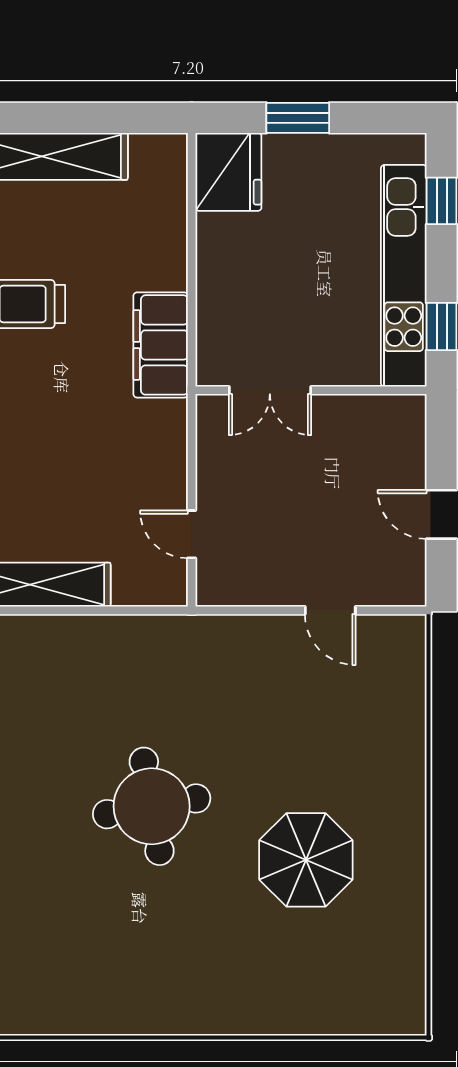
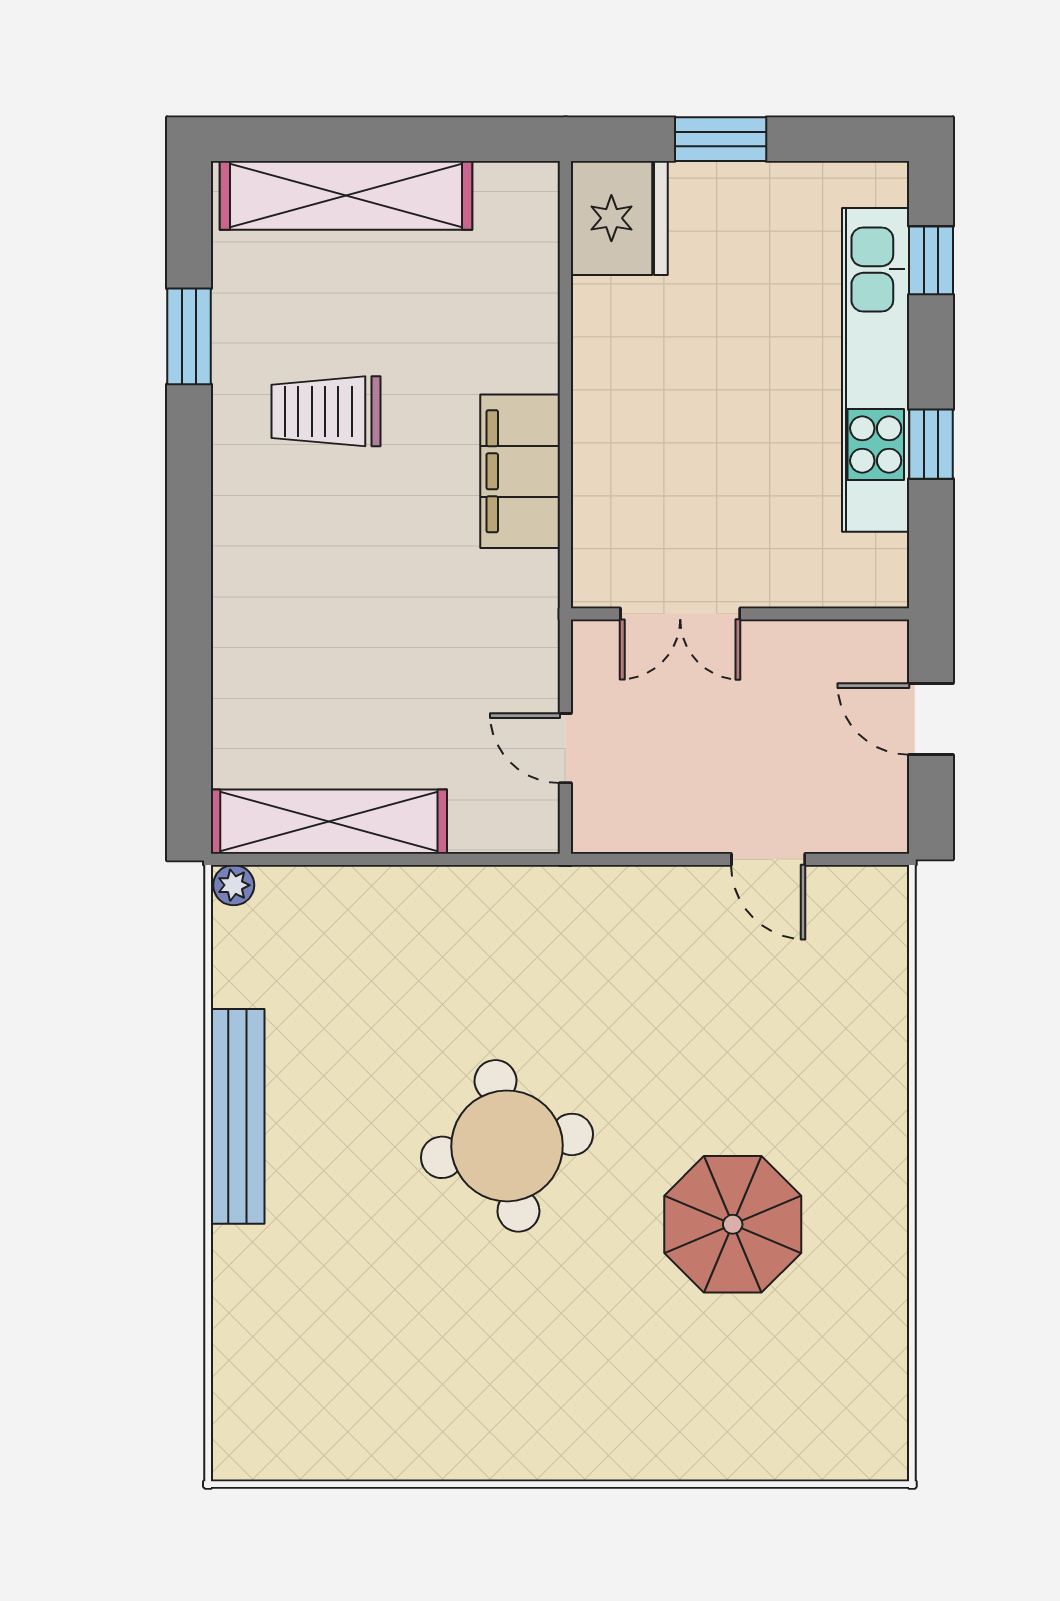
double door: (270, 390) -> (680, 614), moved
wall: (311, 390) -> (740, 614), moved

